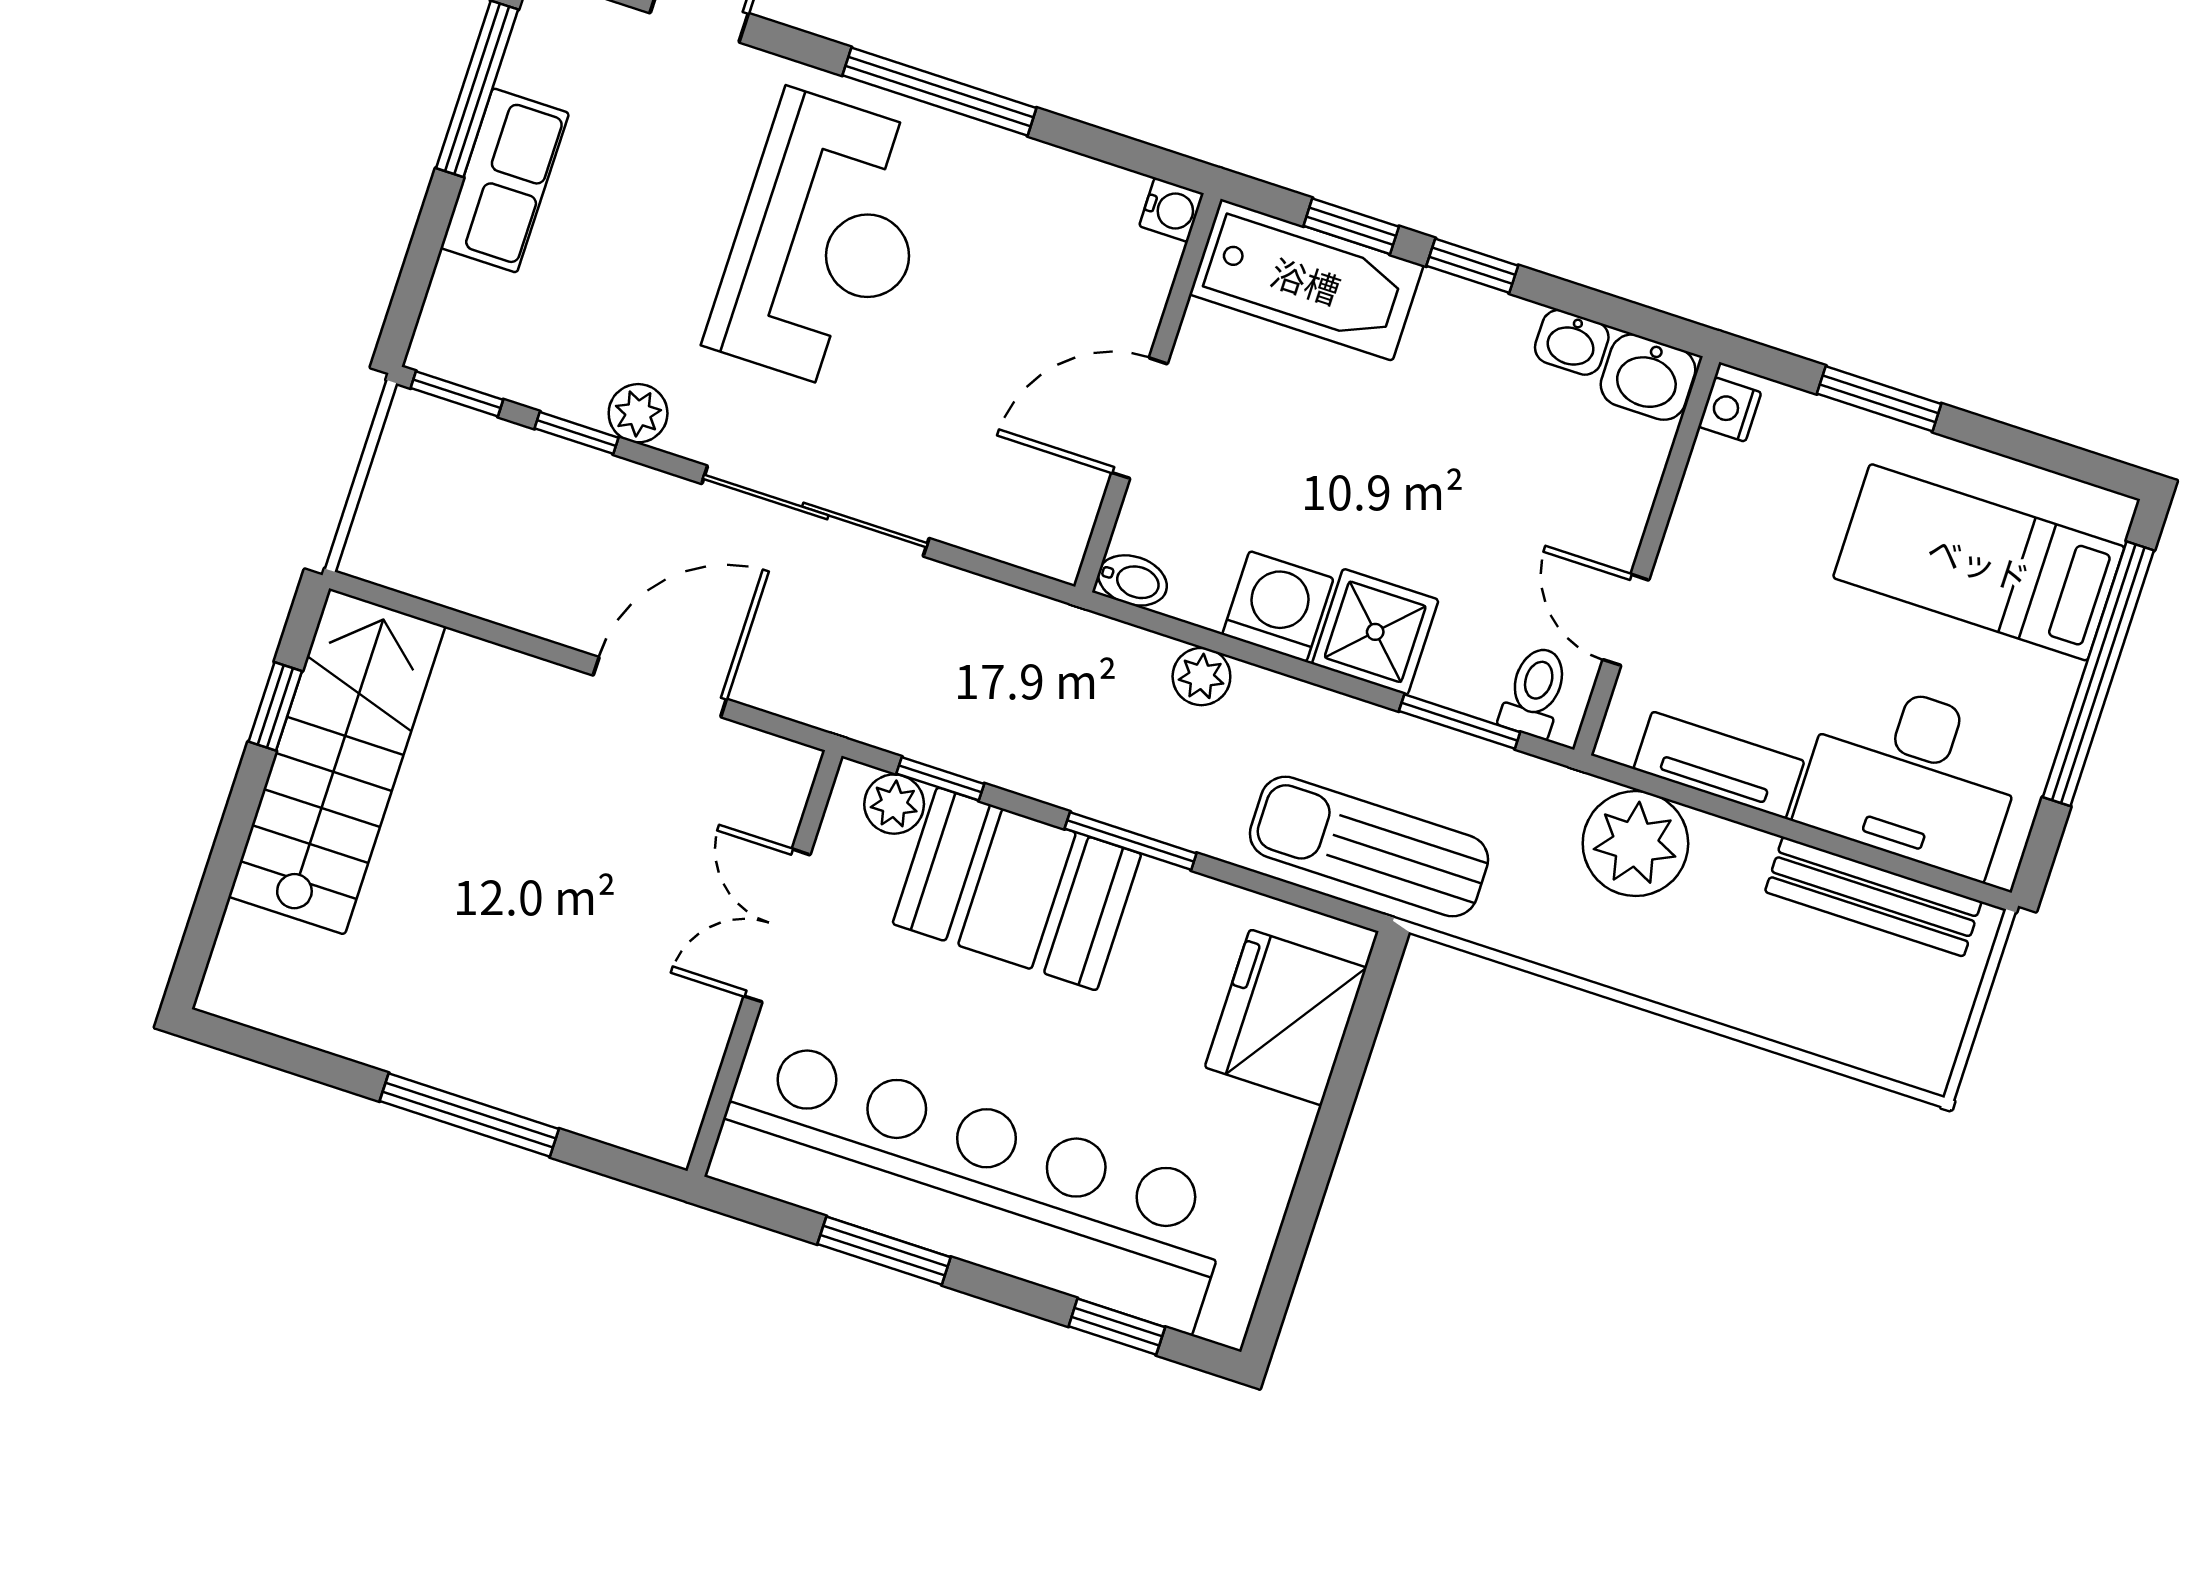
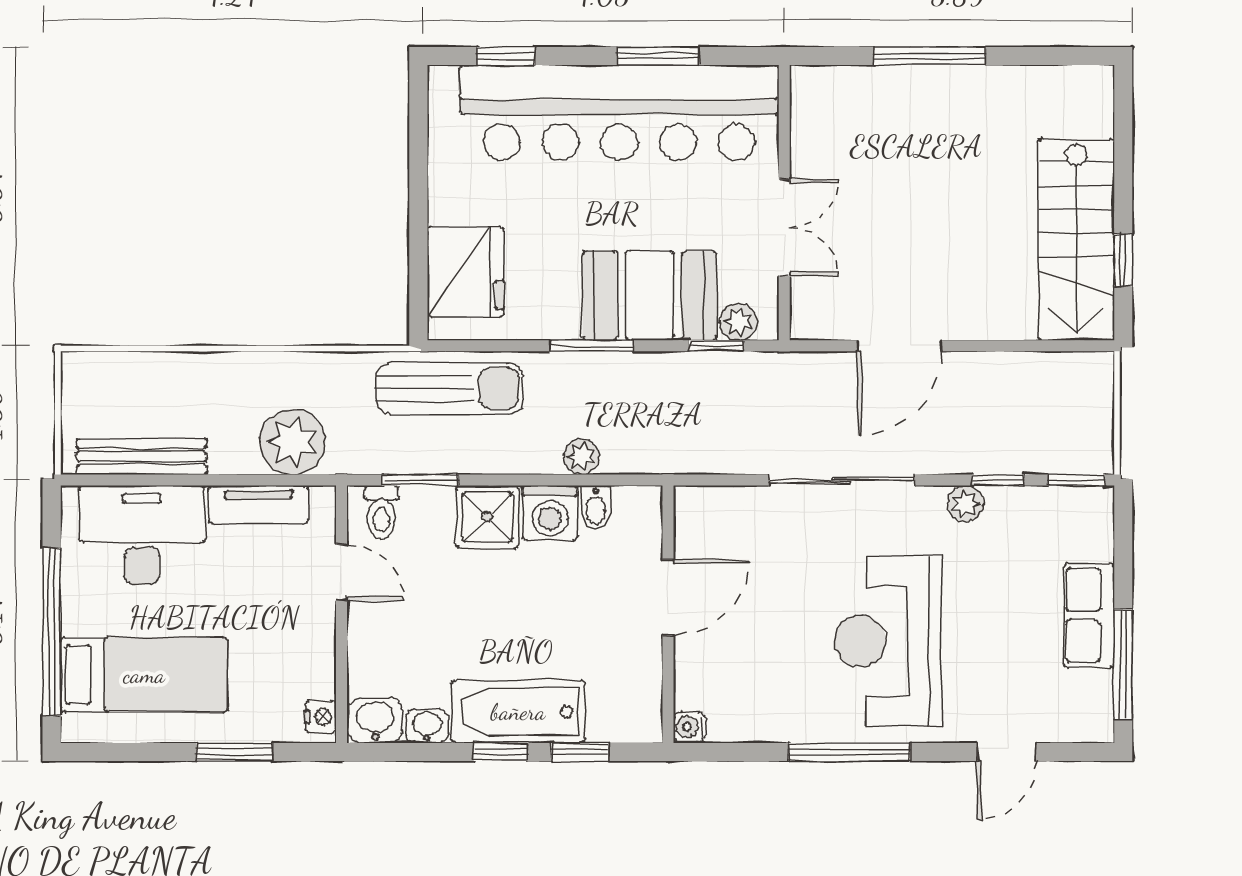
bathtub: (1306, 280) -> (518, 712), moved
bidet: (1133, 580) -> (596, 507), moved, turned -90

